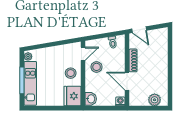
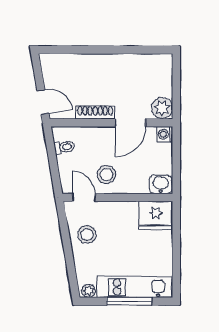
door: (139, 30) -> (43, 102), hinge flipped
stool: (71, 73) -> (87, 235), moved
plant: (155, 100) -> (162, 108), moved

